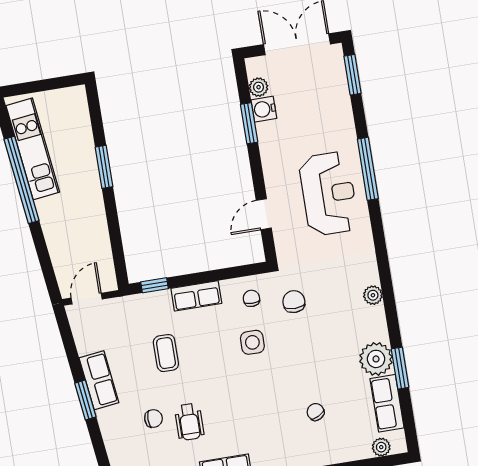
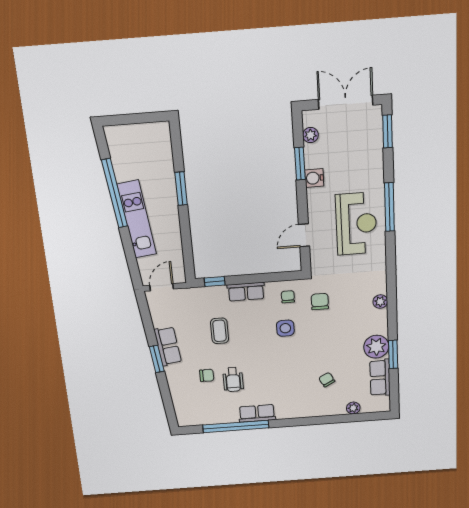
water cooler: (264, 109) -> (314, 178), moved
kitchen unit: (33, 149) -> (137, 219), moved
plant: (381, 447) -> (353, 408), moved

